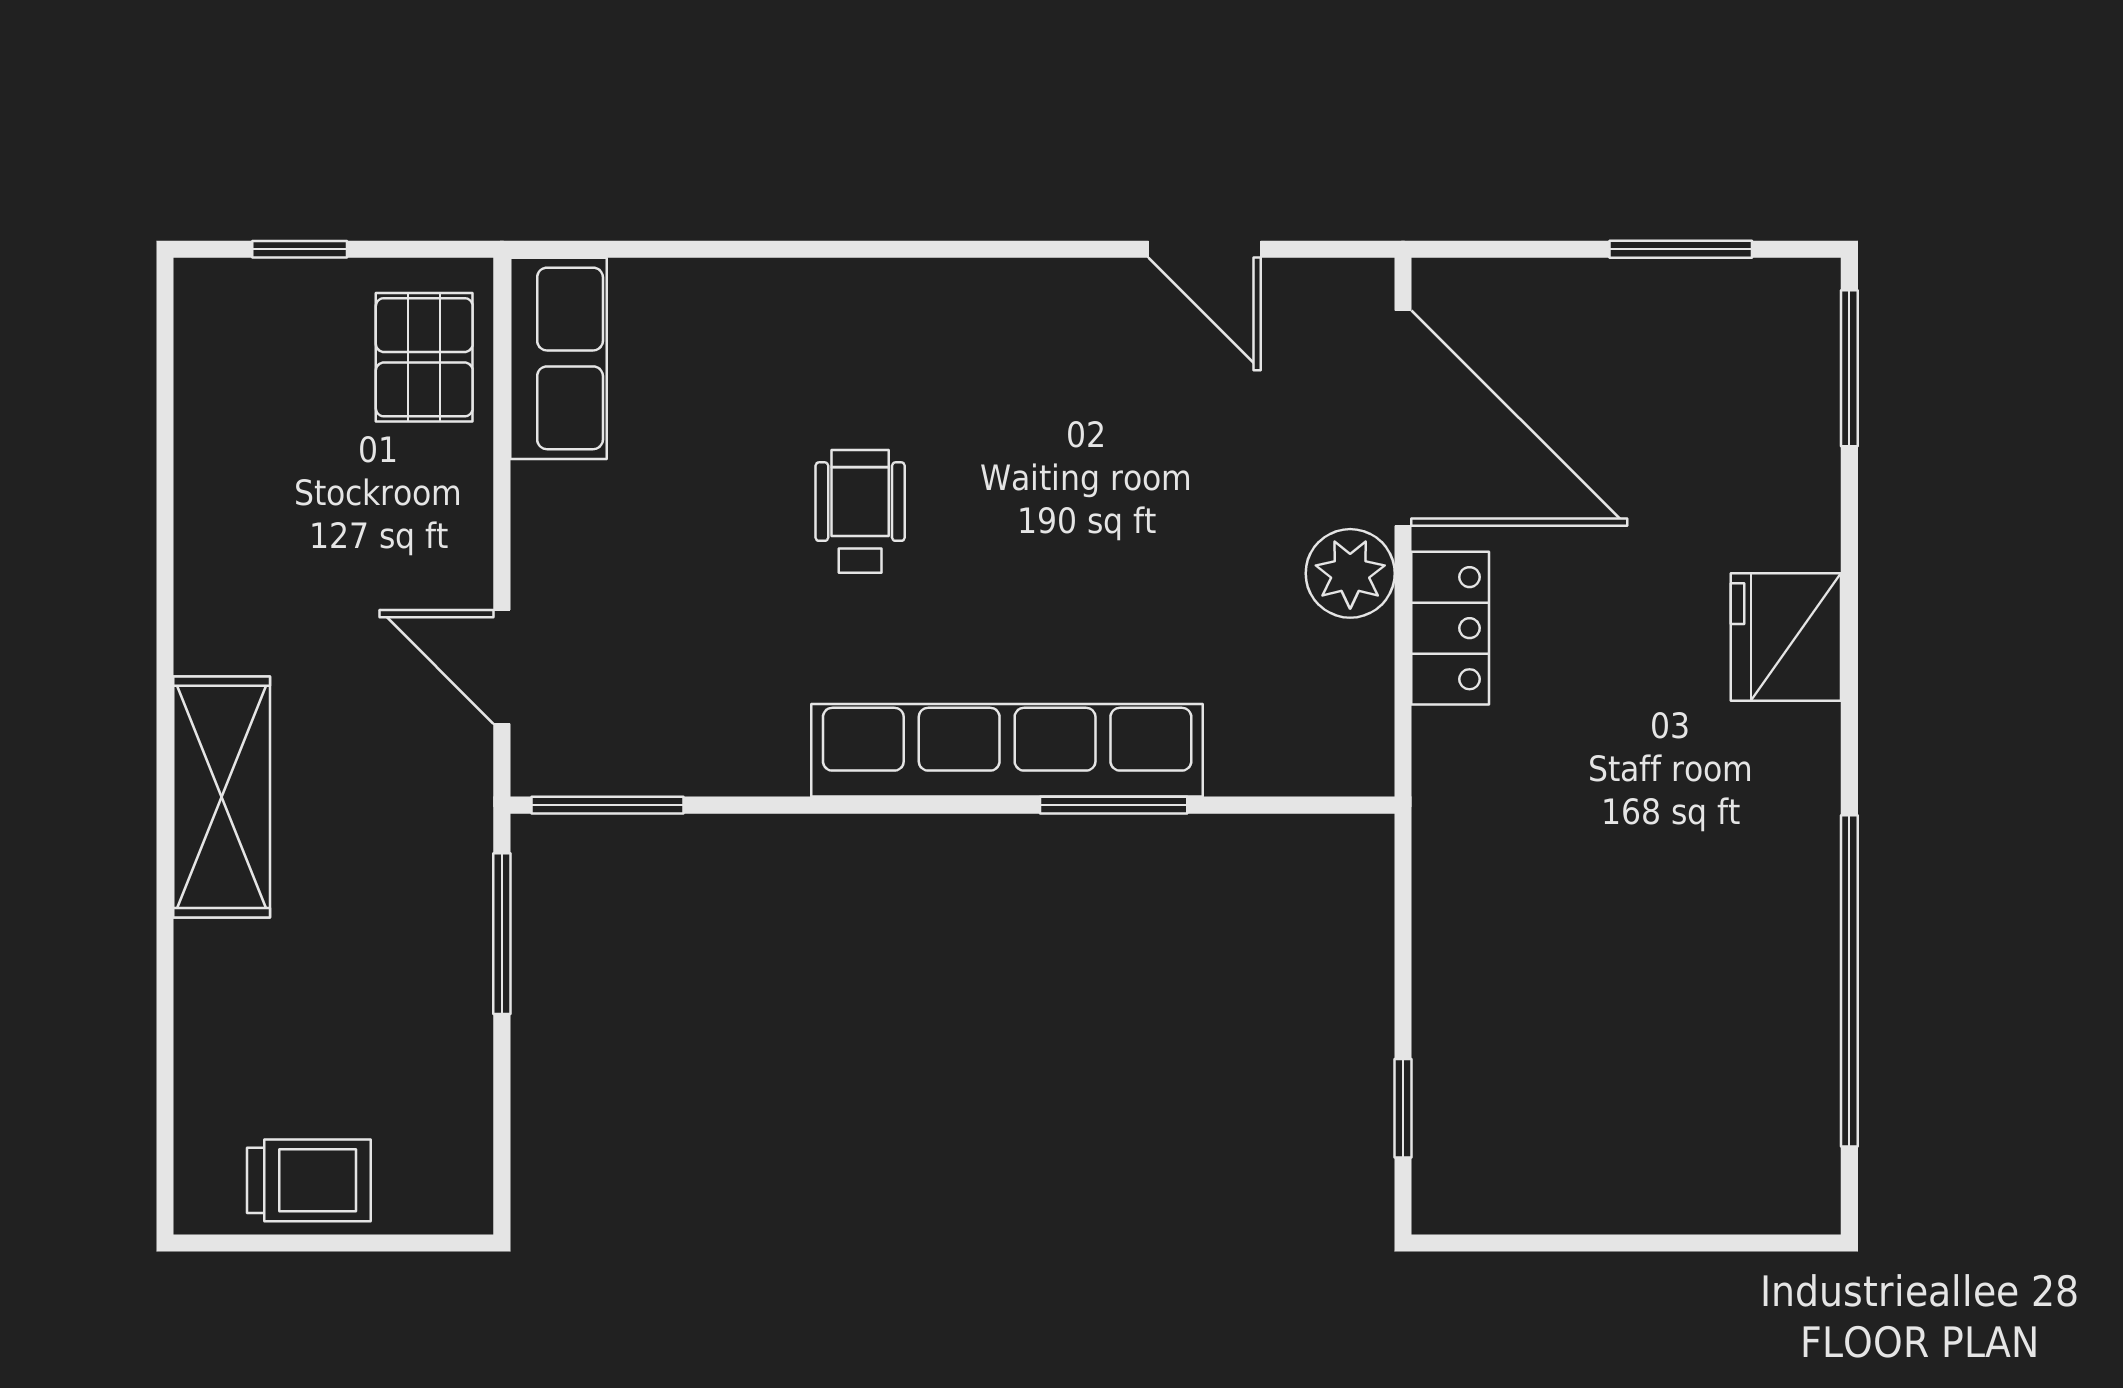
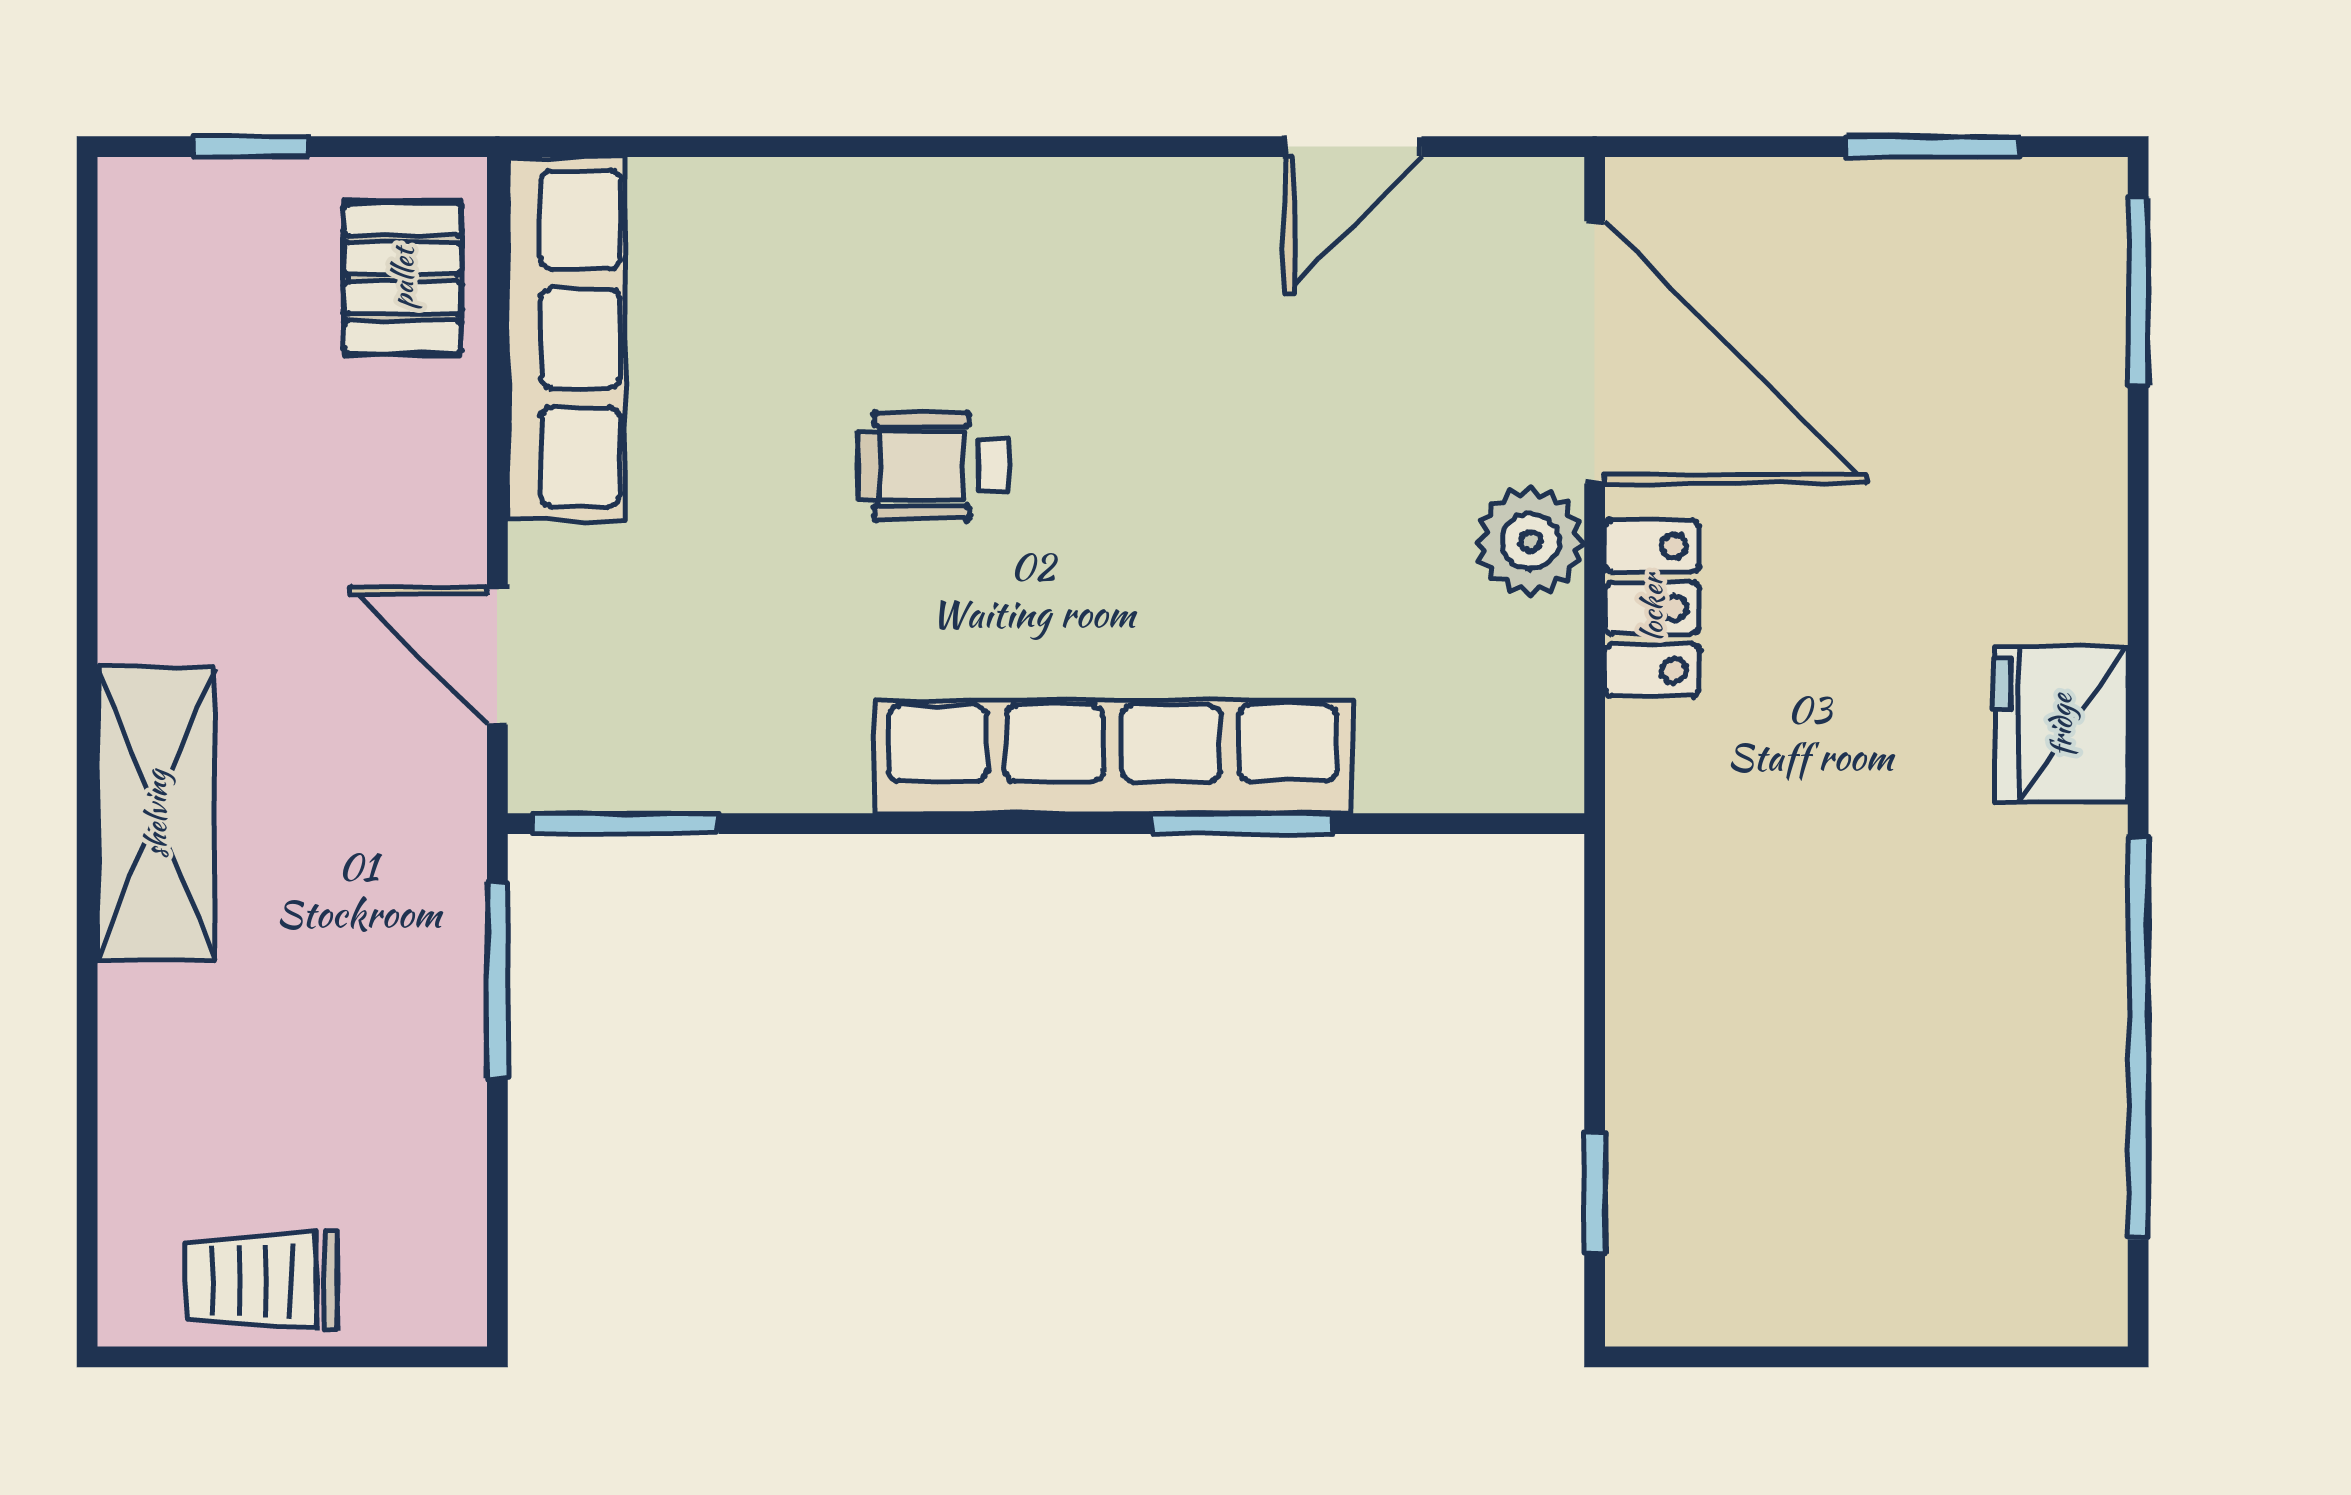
door: (1205, 249) -> (1353, 147), hinge flipped
row of seats: (558, 358) -> (566, 338), width x1.48
wheelchair: (860, 511) -> (934, 466), turned -90
fridge: (1786, 637) -> (2061, 725), moved
trolley: (309, 1180) -> (262, 1281), turned 180

